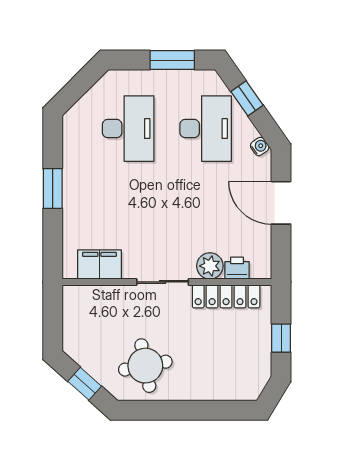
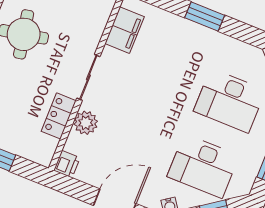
printer: (237, 268) -> (67, 164), moved
locker: (226, 296) -> (59, 116), width x0.66

